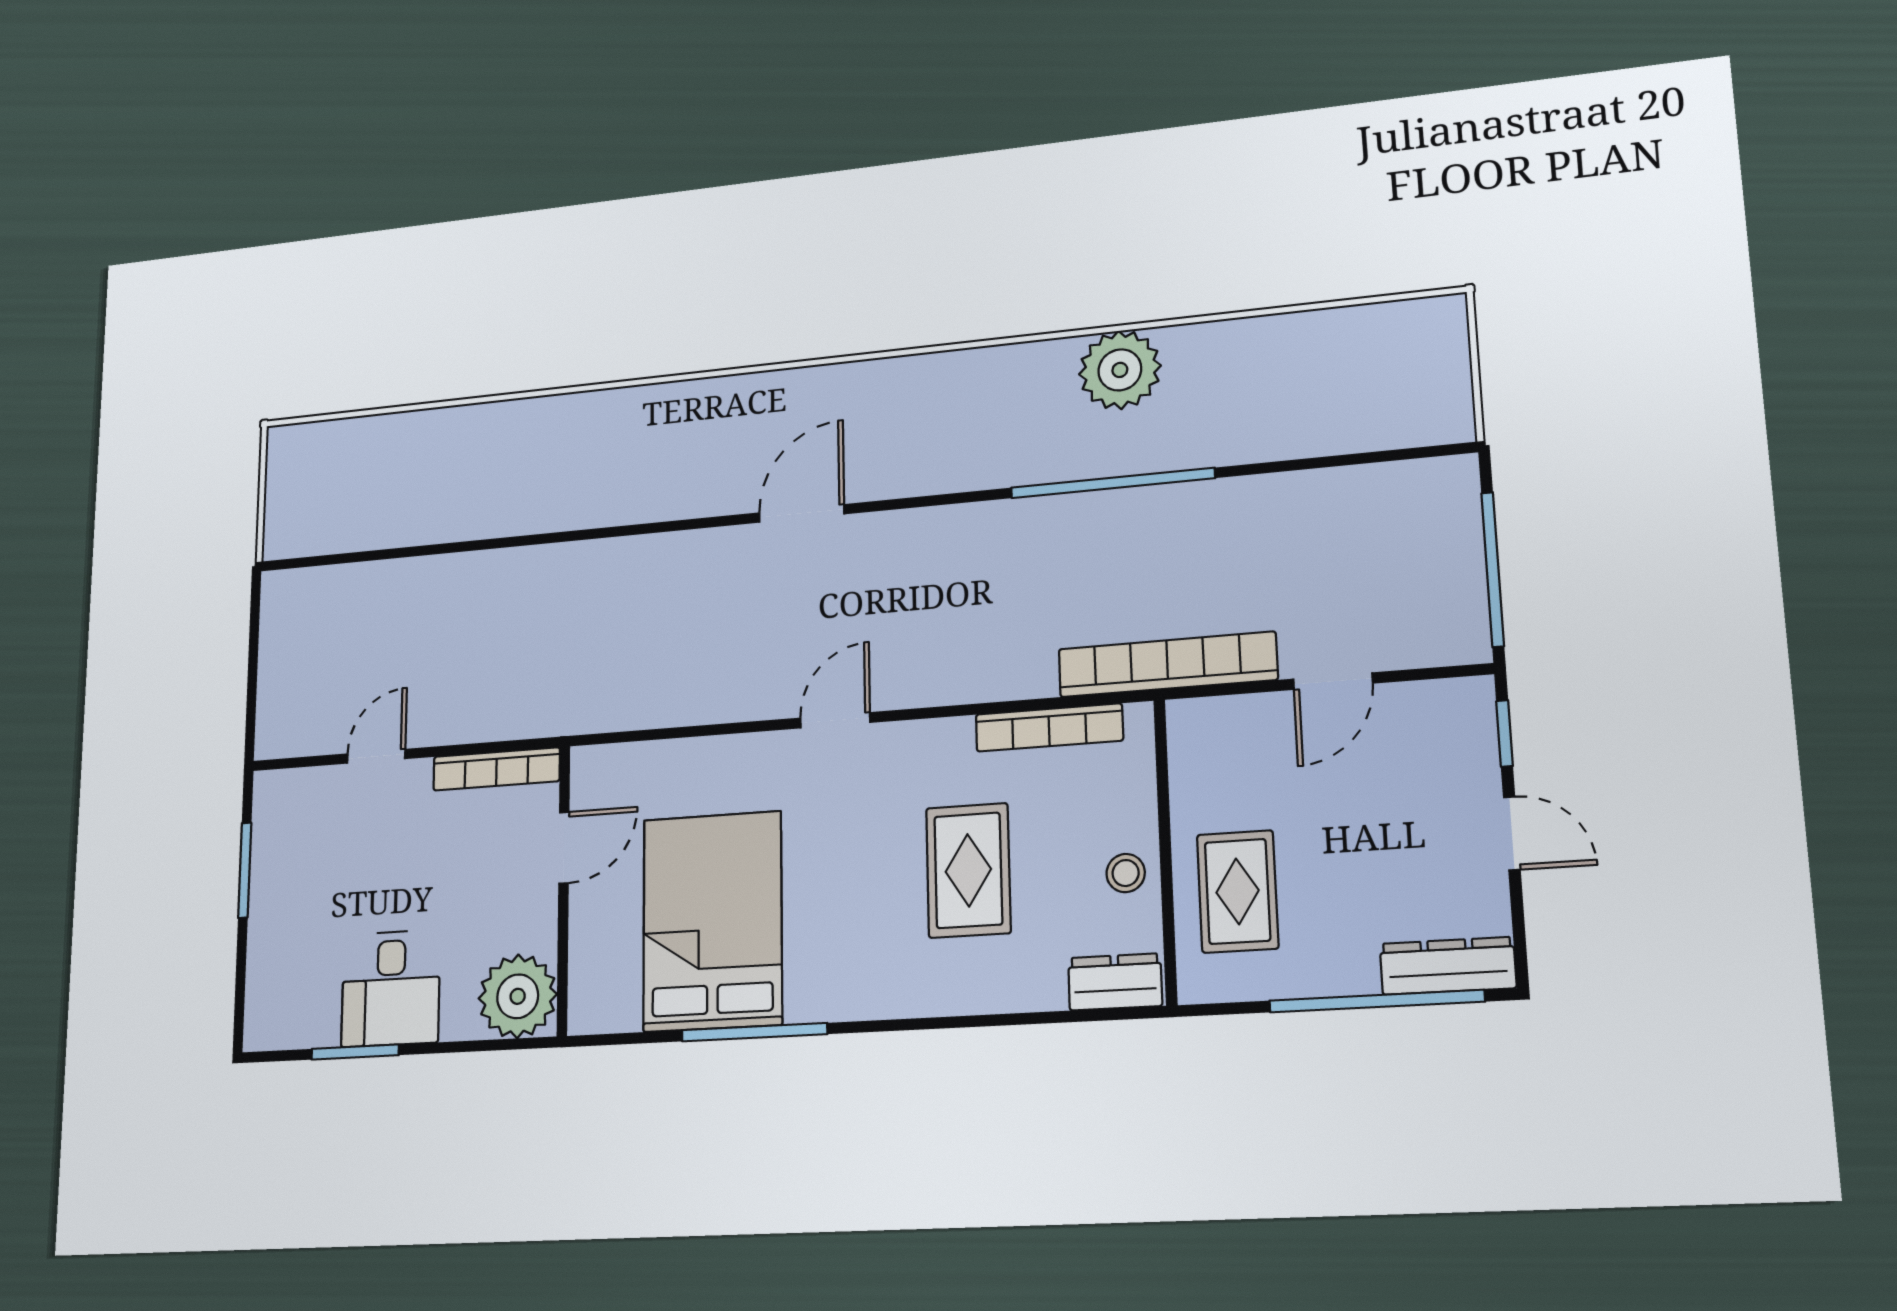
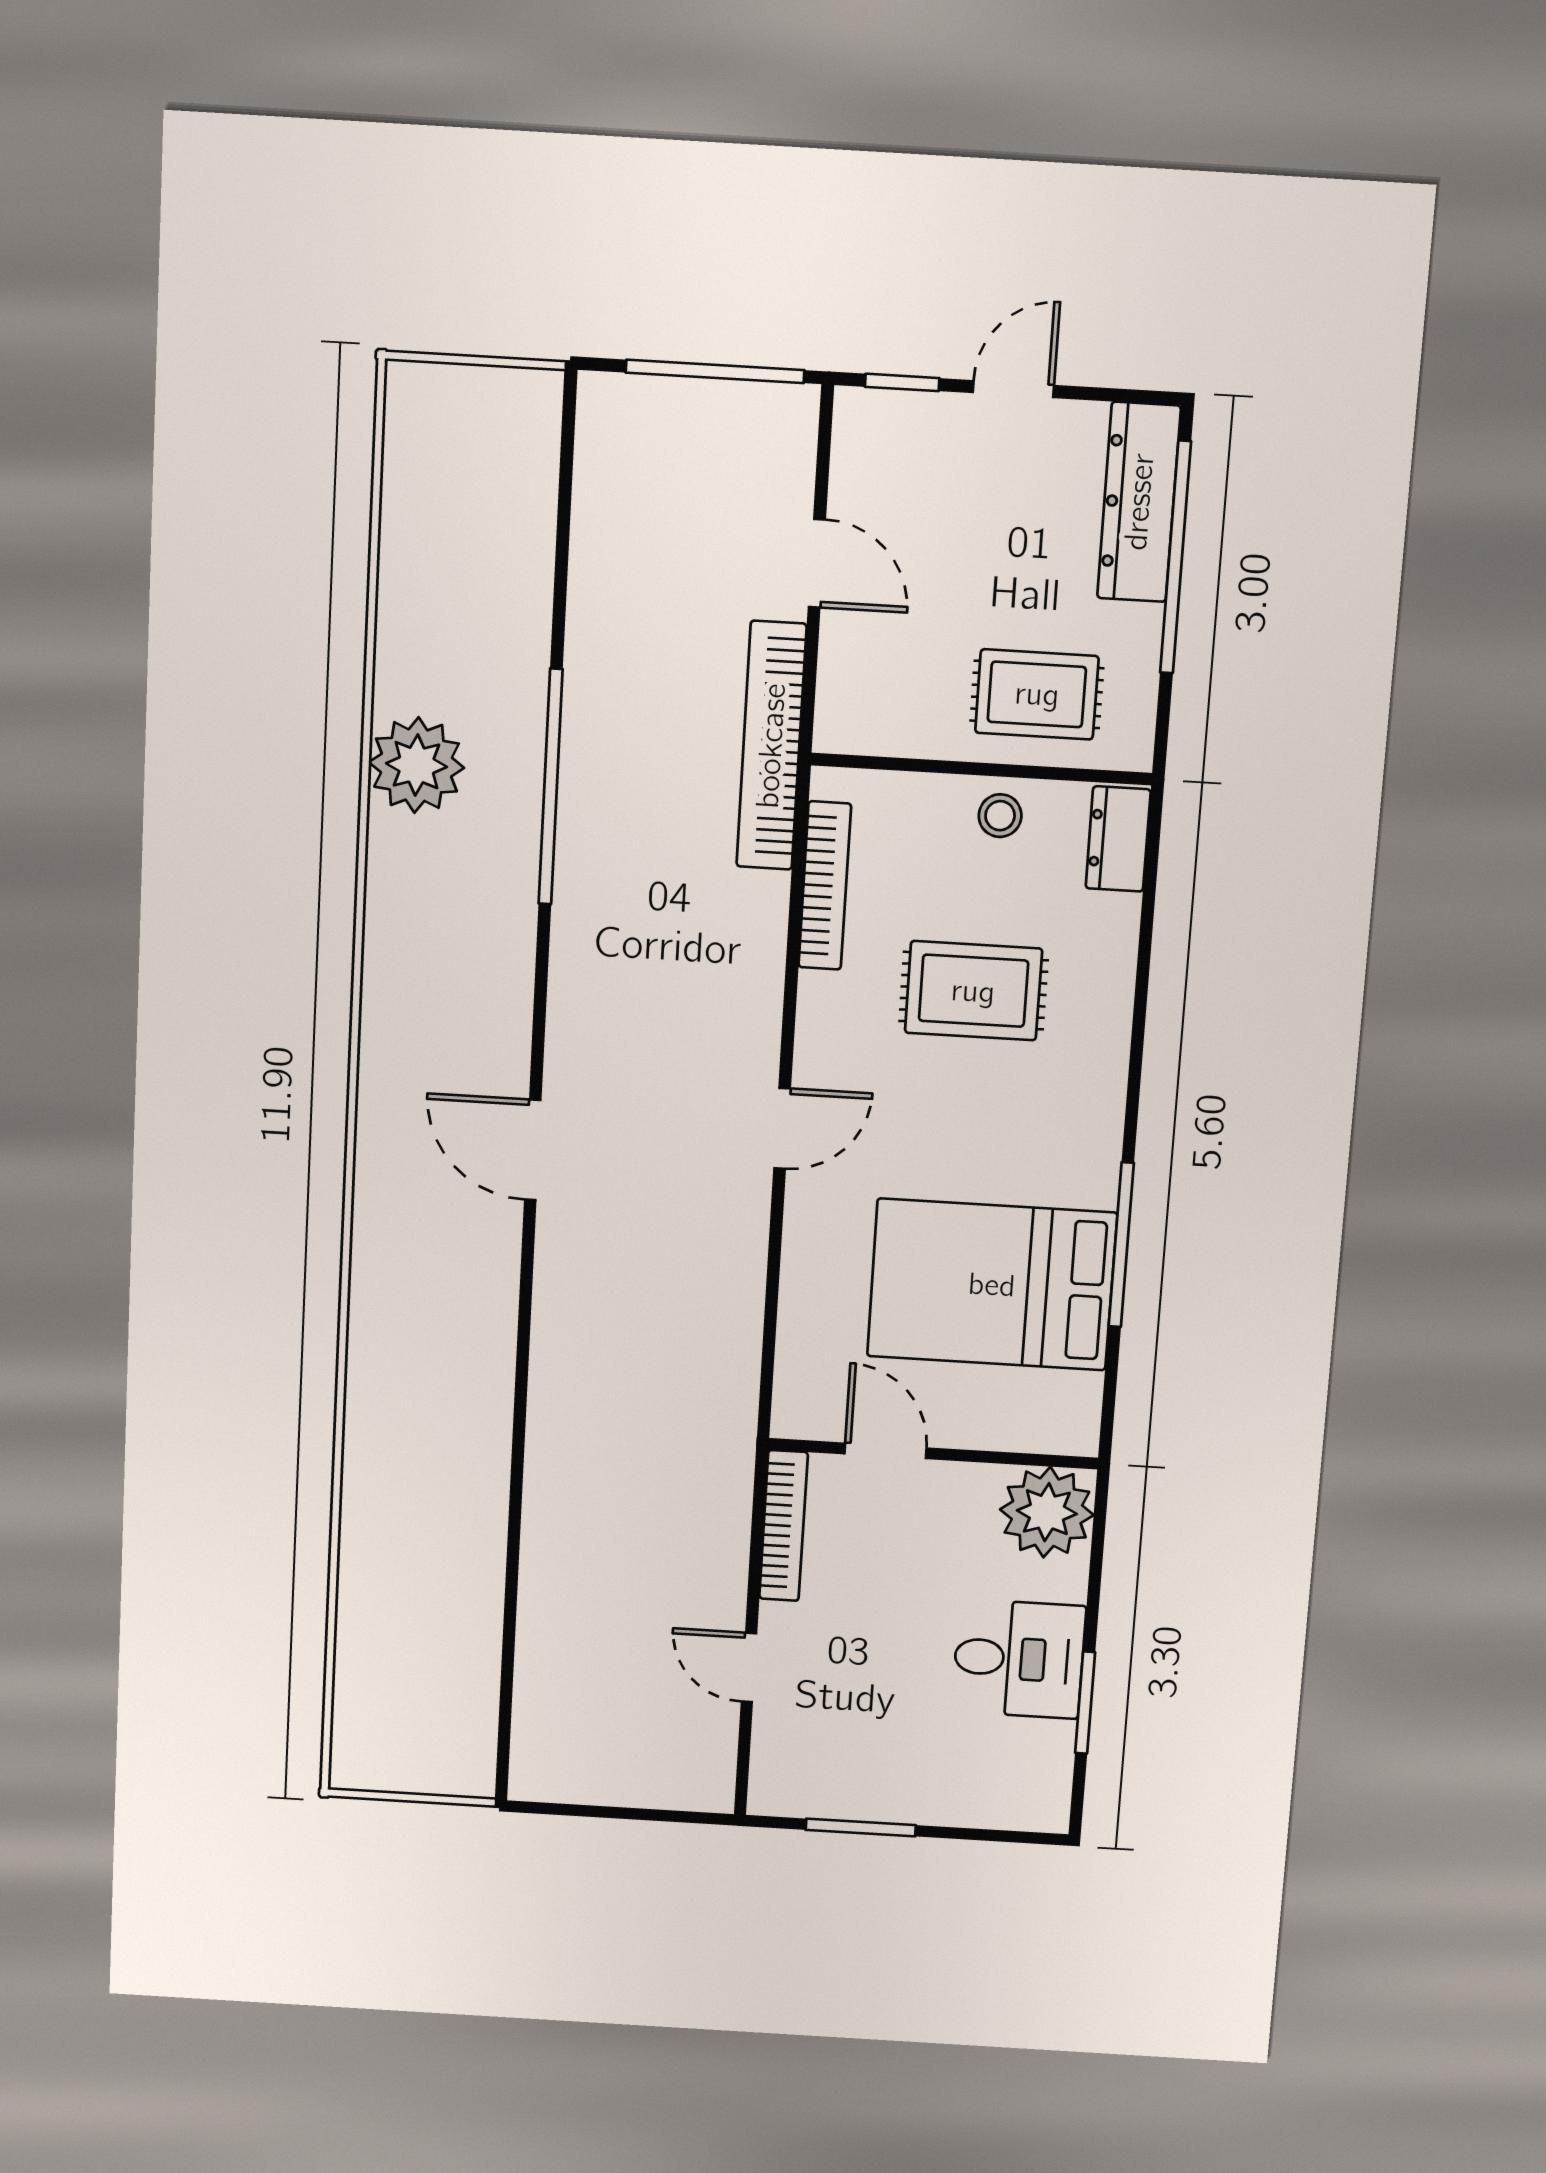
door: (835, 720) -> (782, 1128), swing flipped
dresser: (1448, 966) -> (1139, 502), width x1.37, depth x1.24

